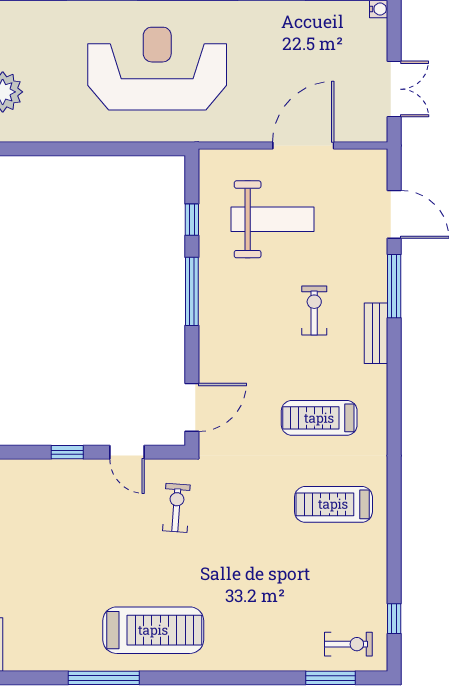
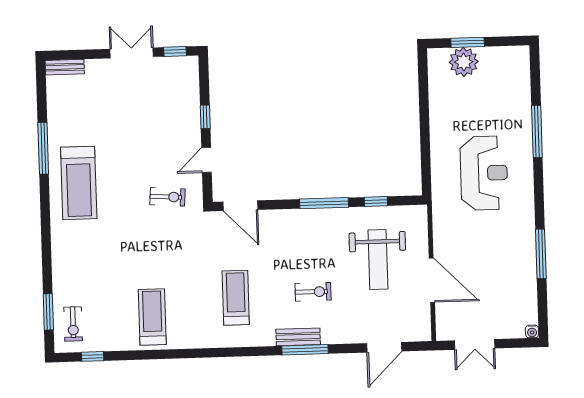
reception desk: (157, 69) -> (484, 173), width x0.74, depth x0.77
window: (394, 286) -> (305, 350), moved
treadmill: (333, 504) -> (152, 317), moved

